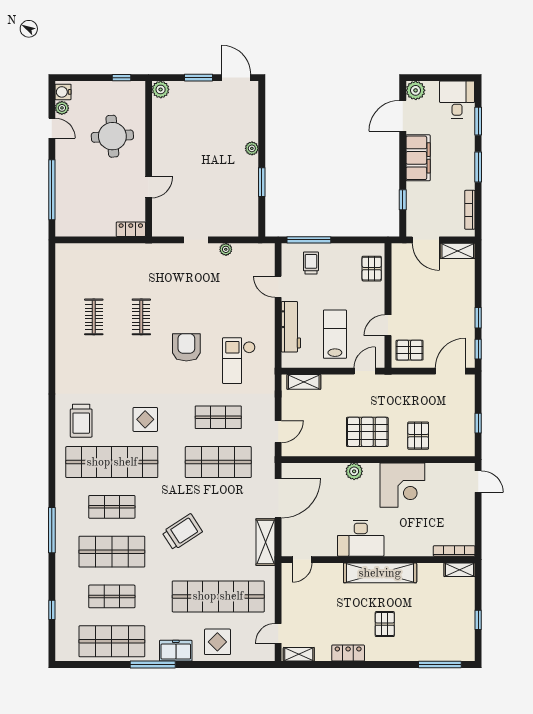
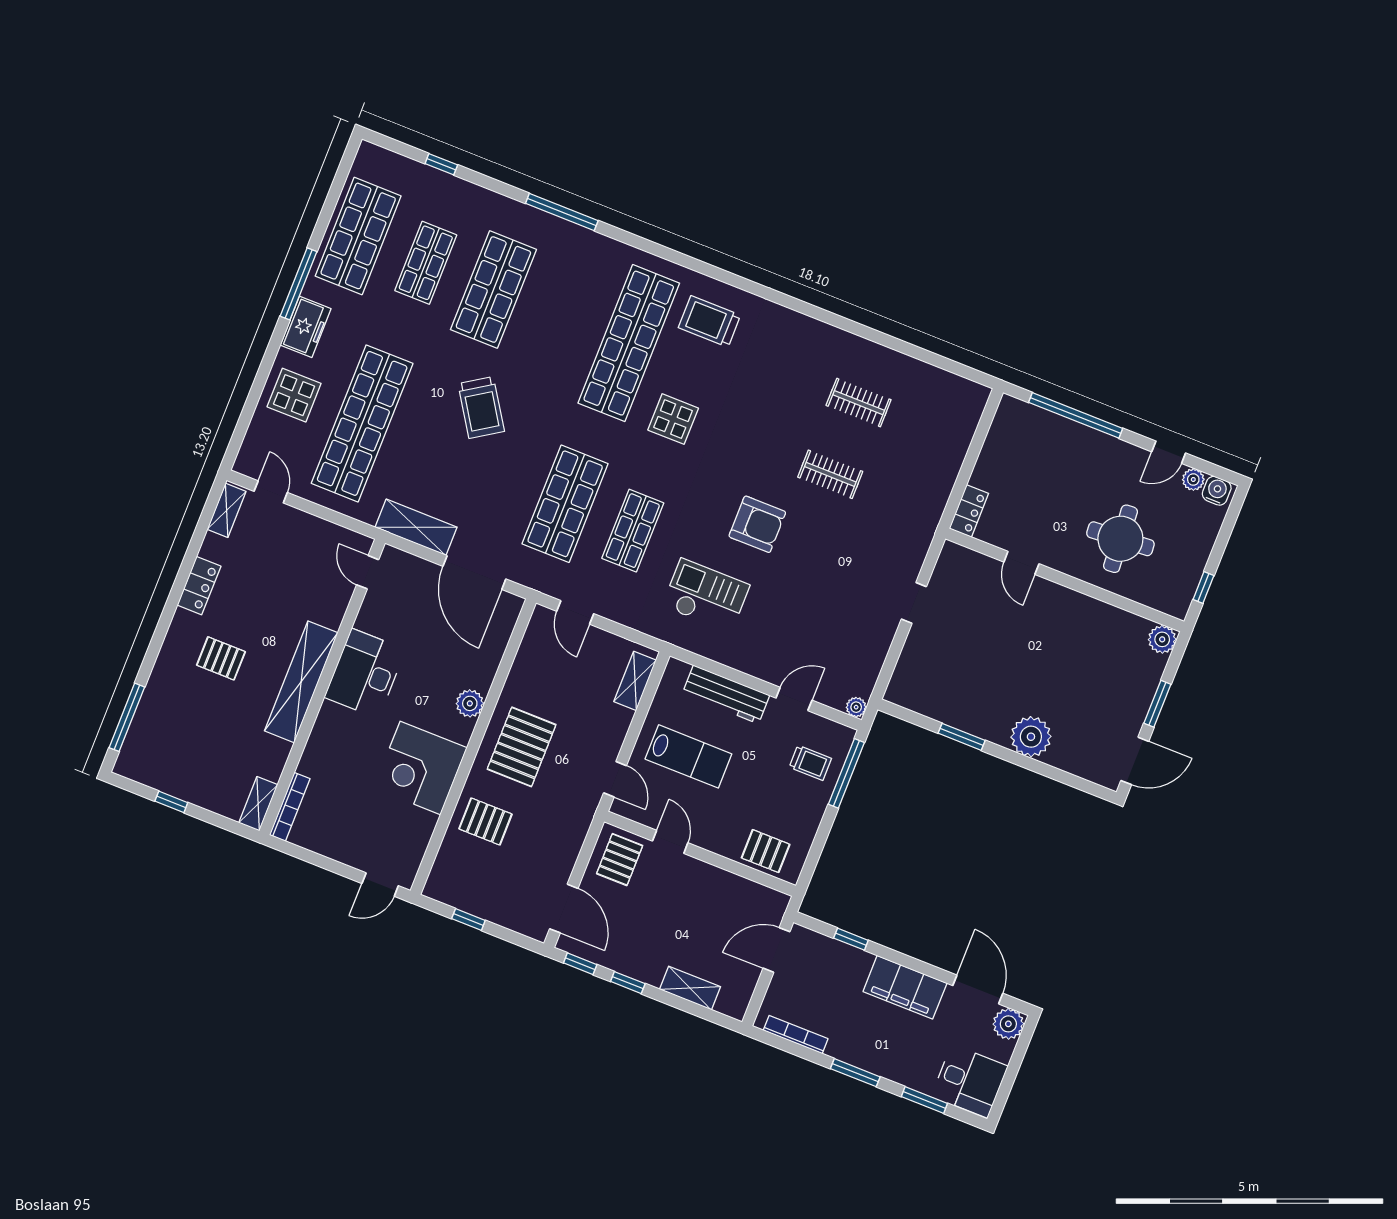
plant: (252, 148) -> (1031, 737), width x1.88, depth x1.88
plant: (226, 249) -> (856, 707), moved
shelving: (458, 251) -> (690, 988), moved, turned 90
shop shelf: (112, 507) -> (561, 316), removed

